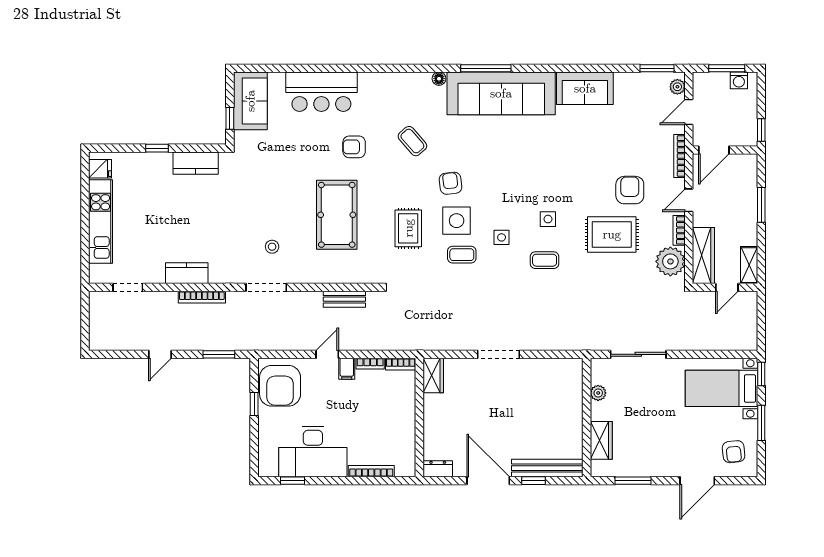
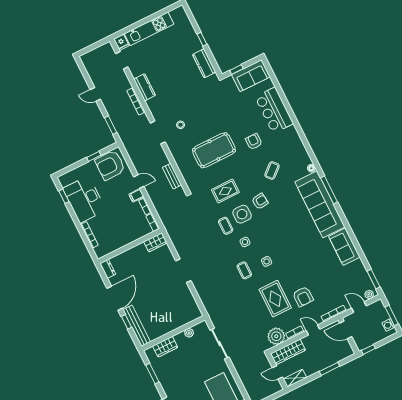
fridge: (100, 169) -> (121, 42), moved
armchair: (630, 190) -> (303, 297), turned 90

